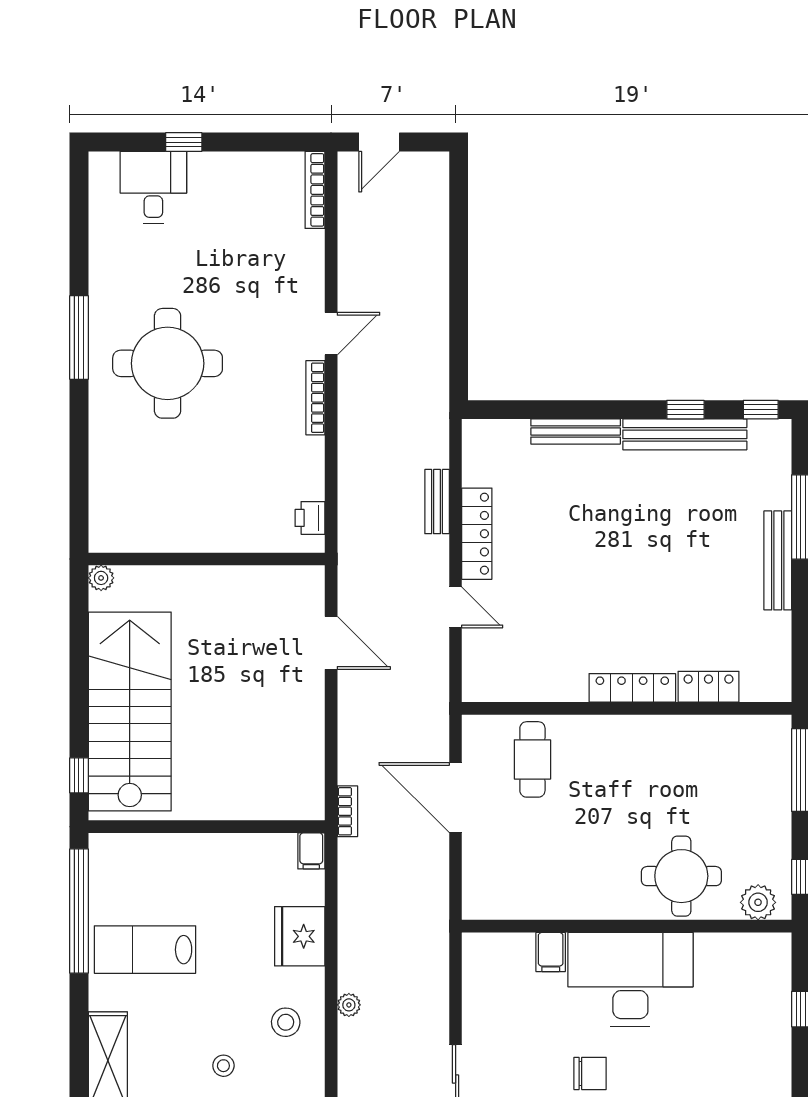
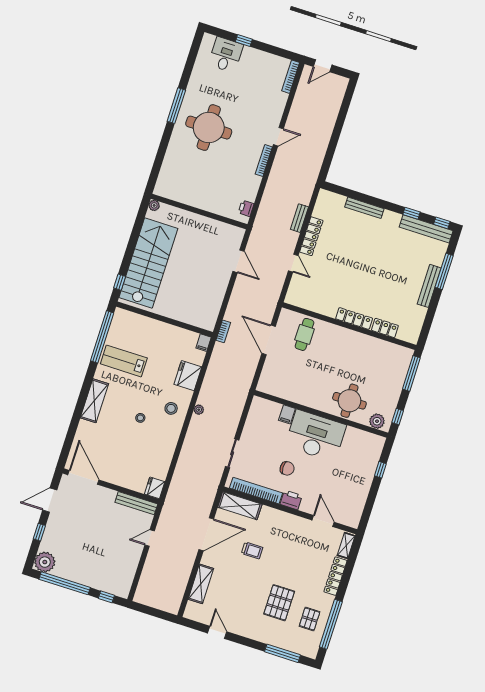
bench: (685, 434) -> (426, 229), moved

